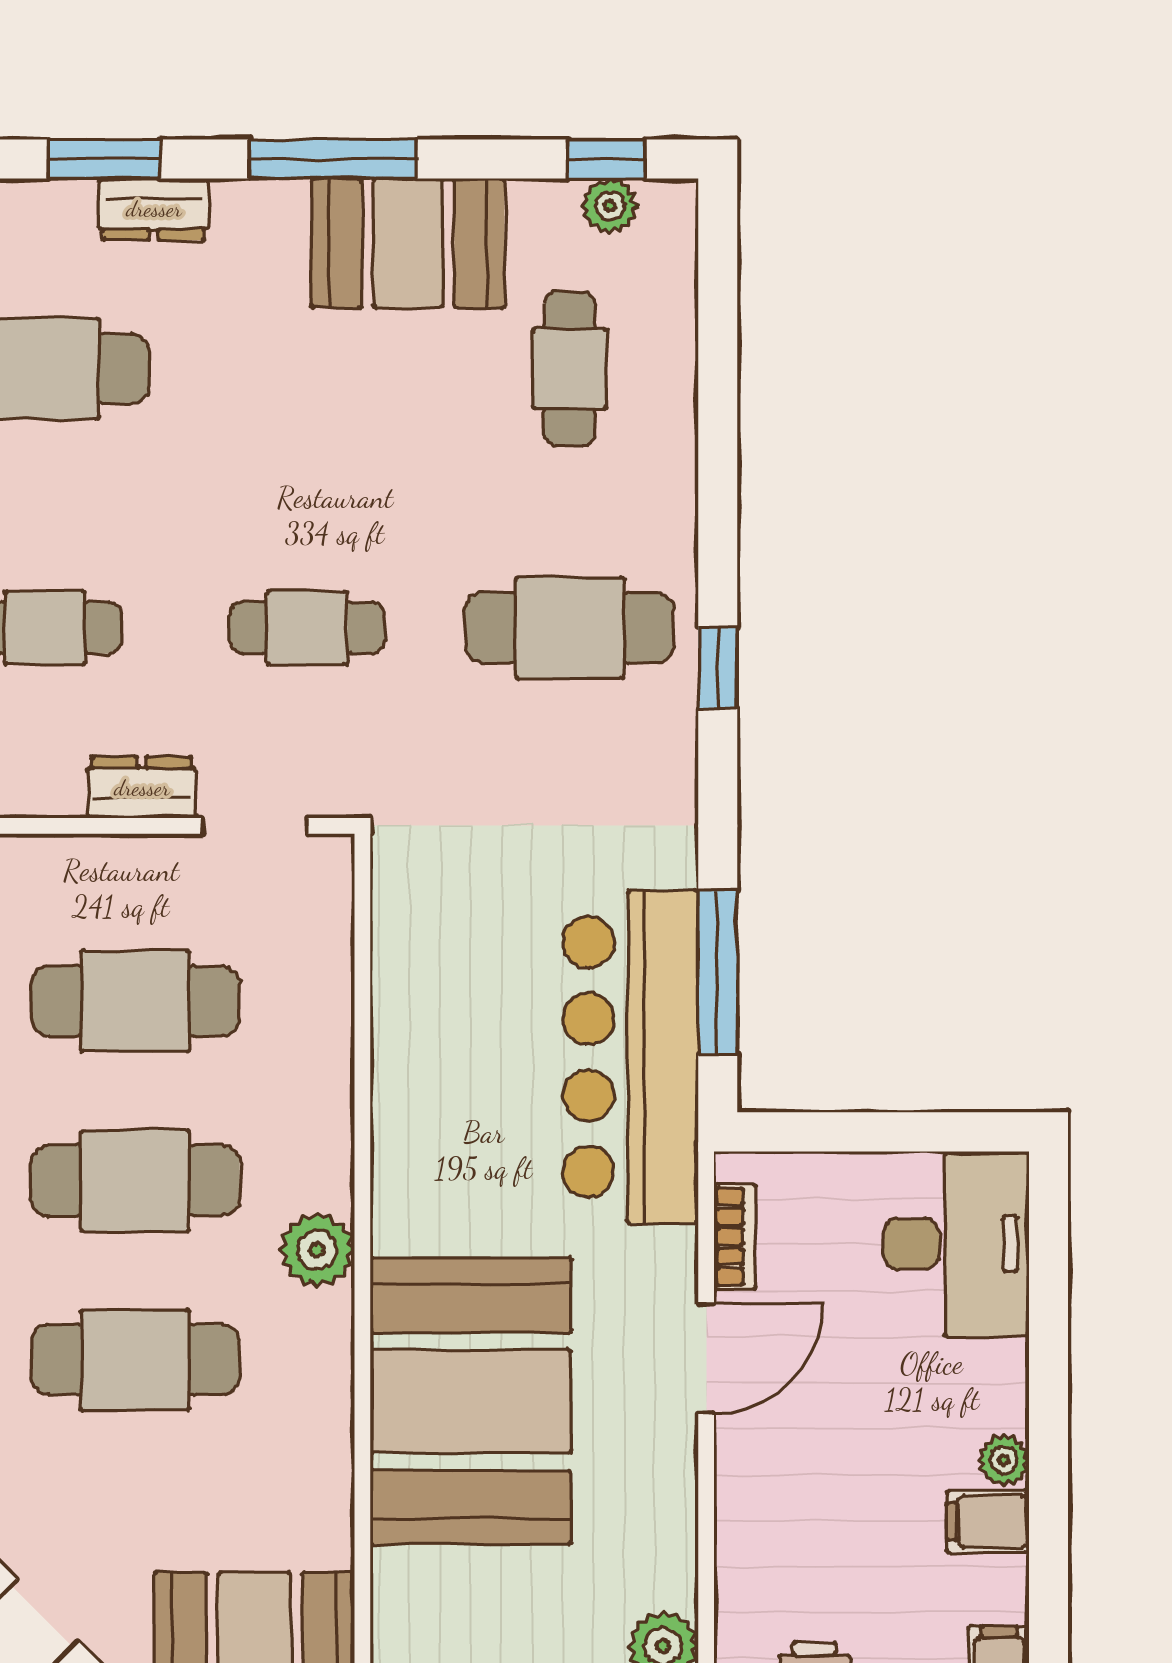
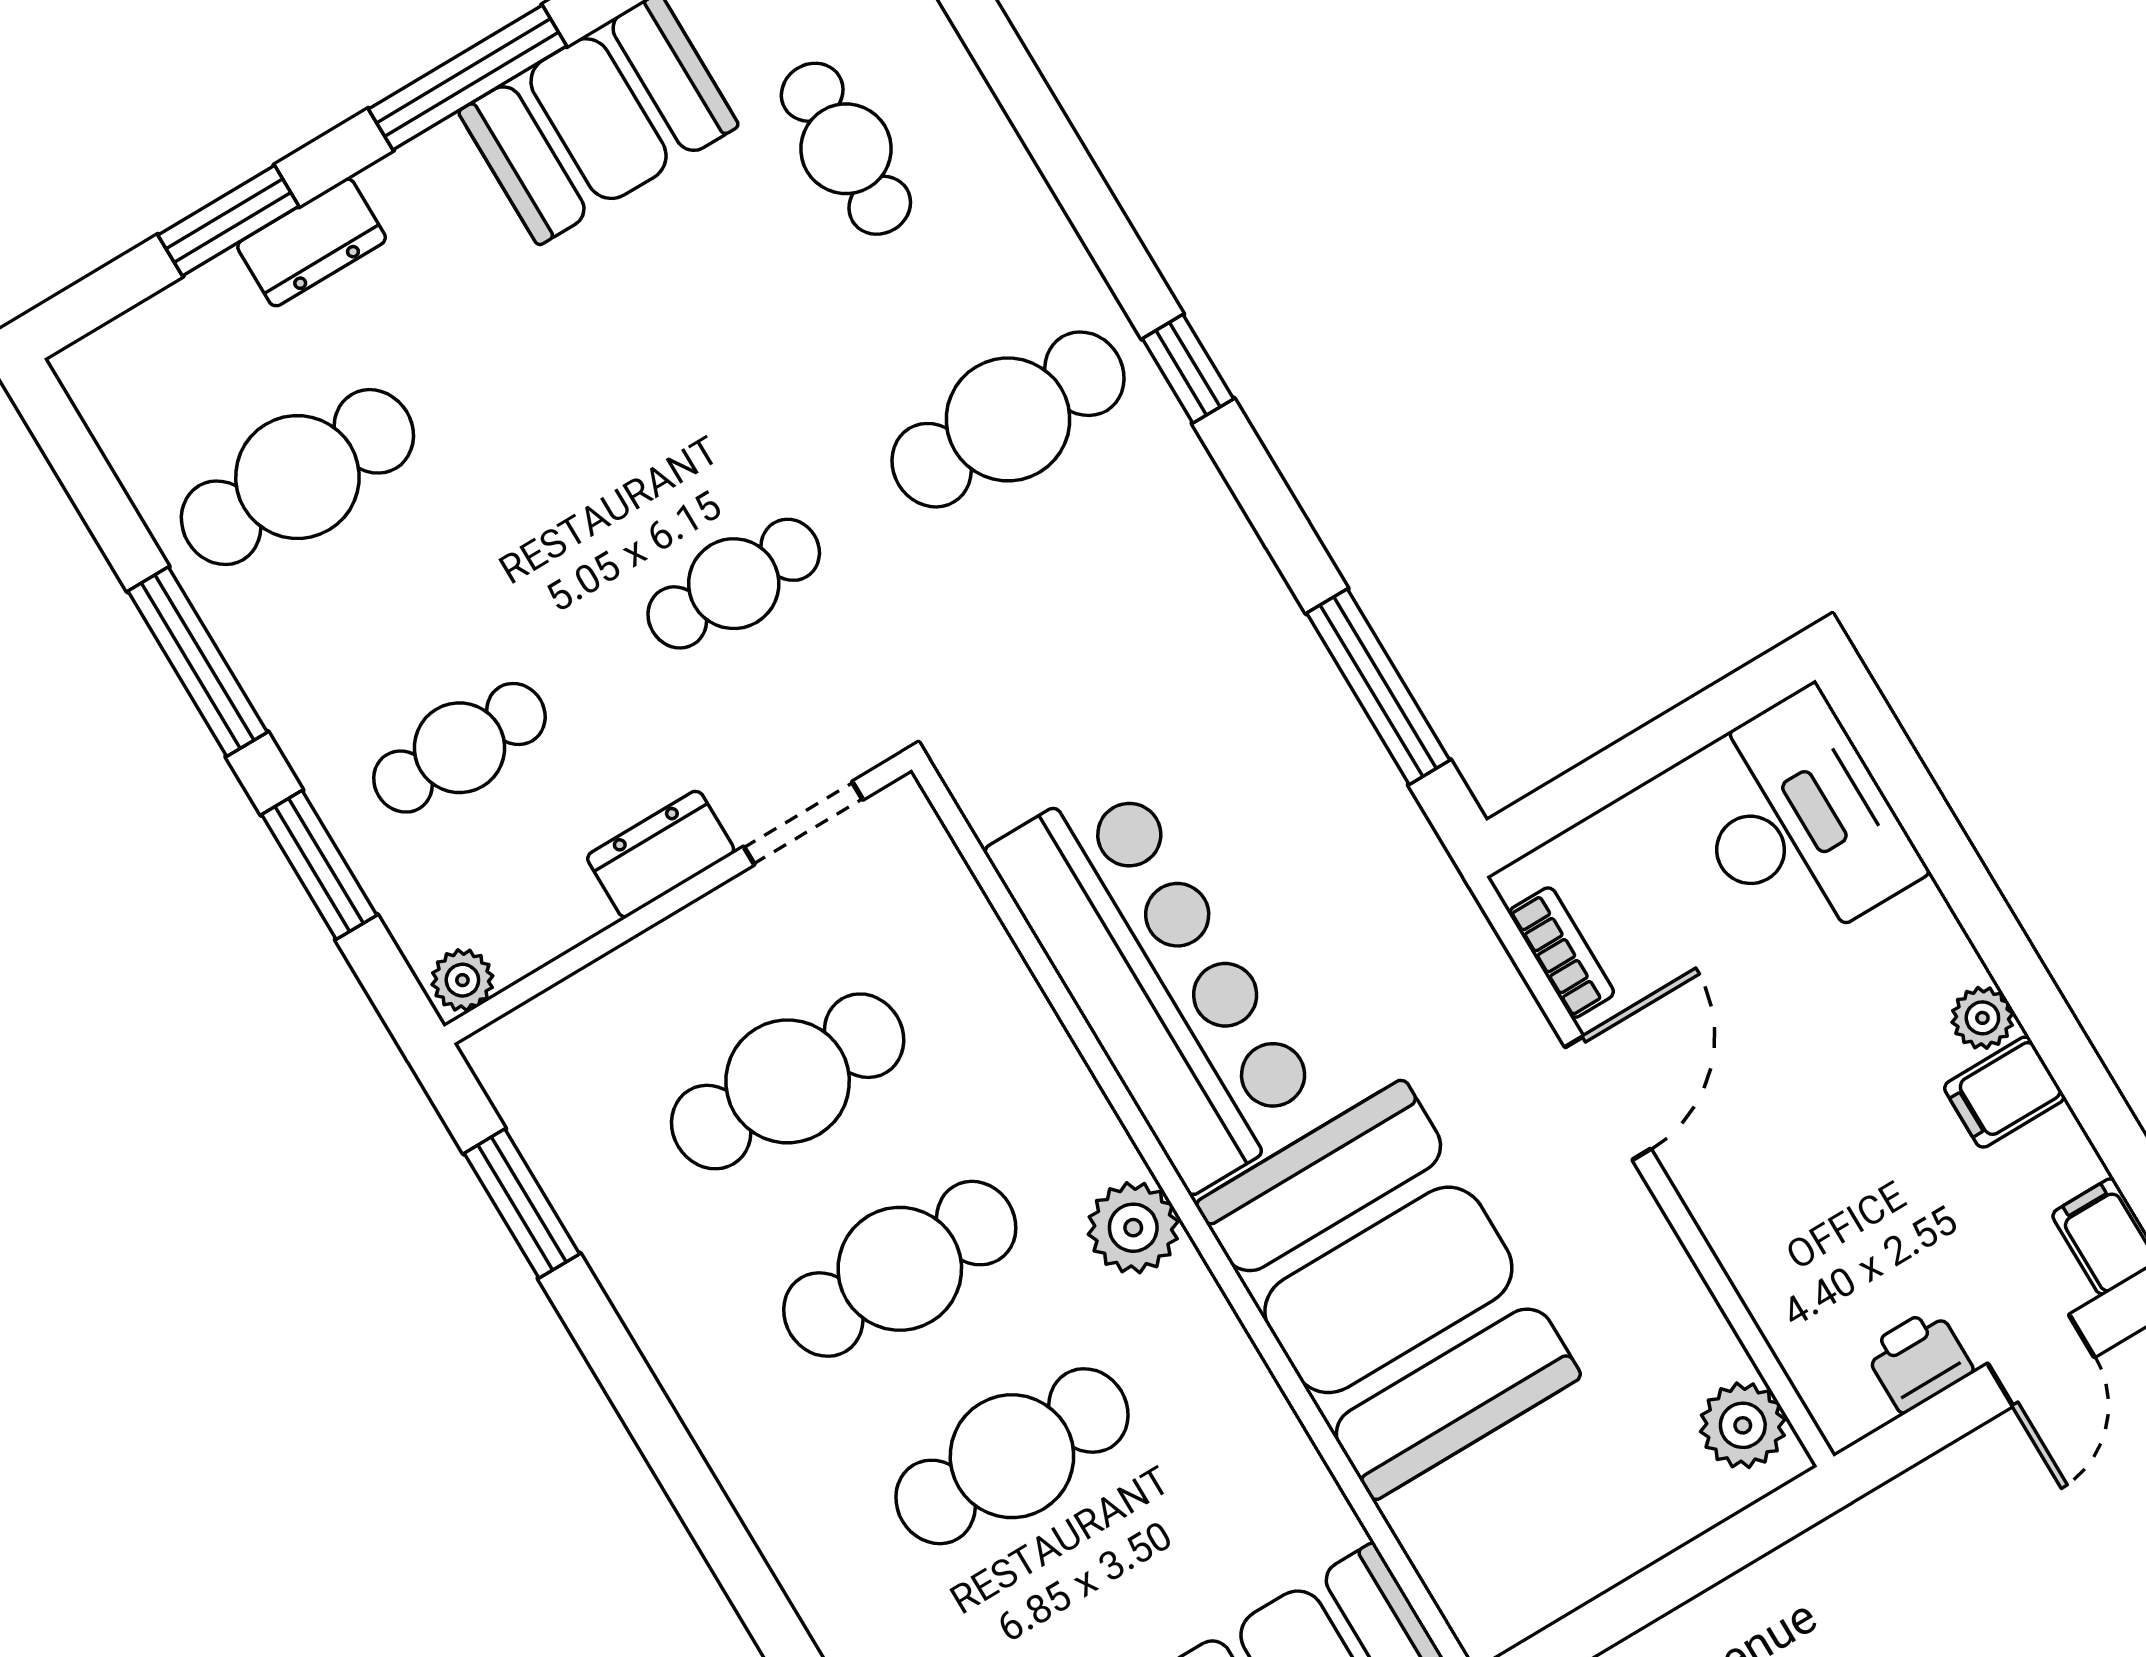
bar counter: (630, 1057) -> (1157, 981), moved, turned 180

